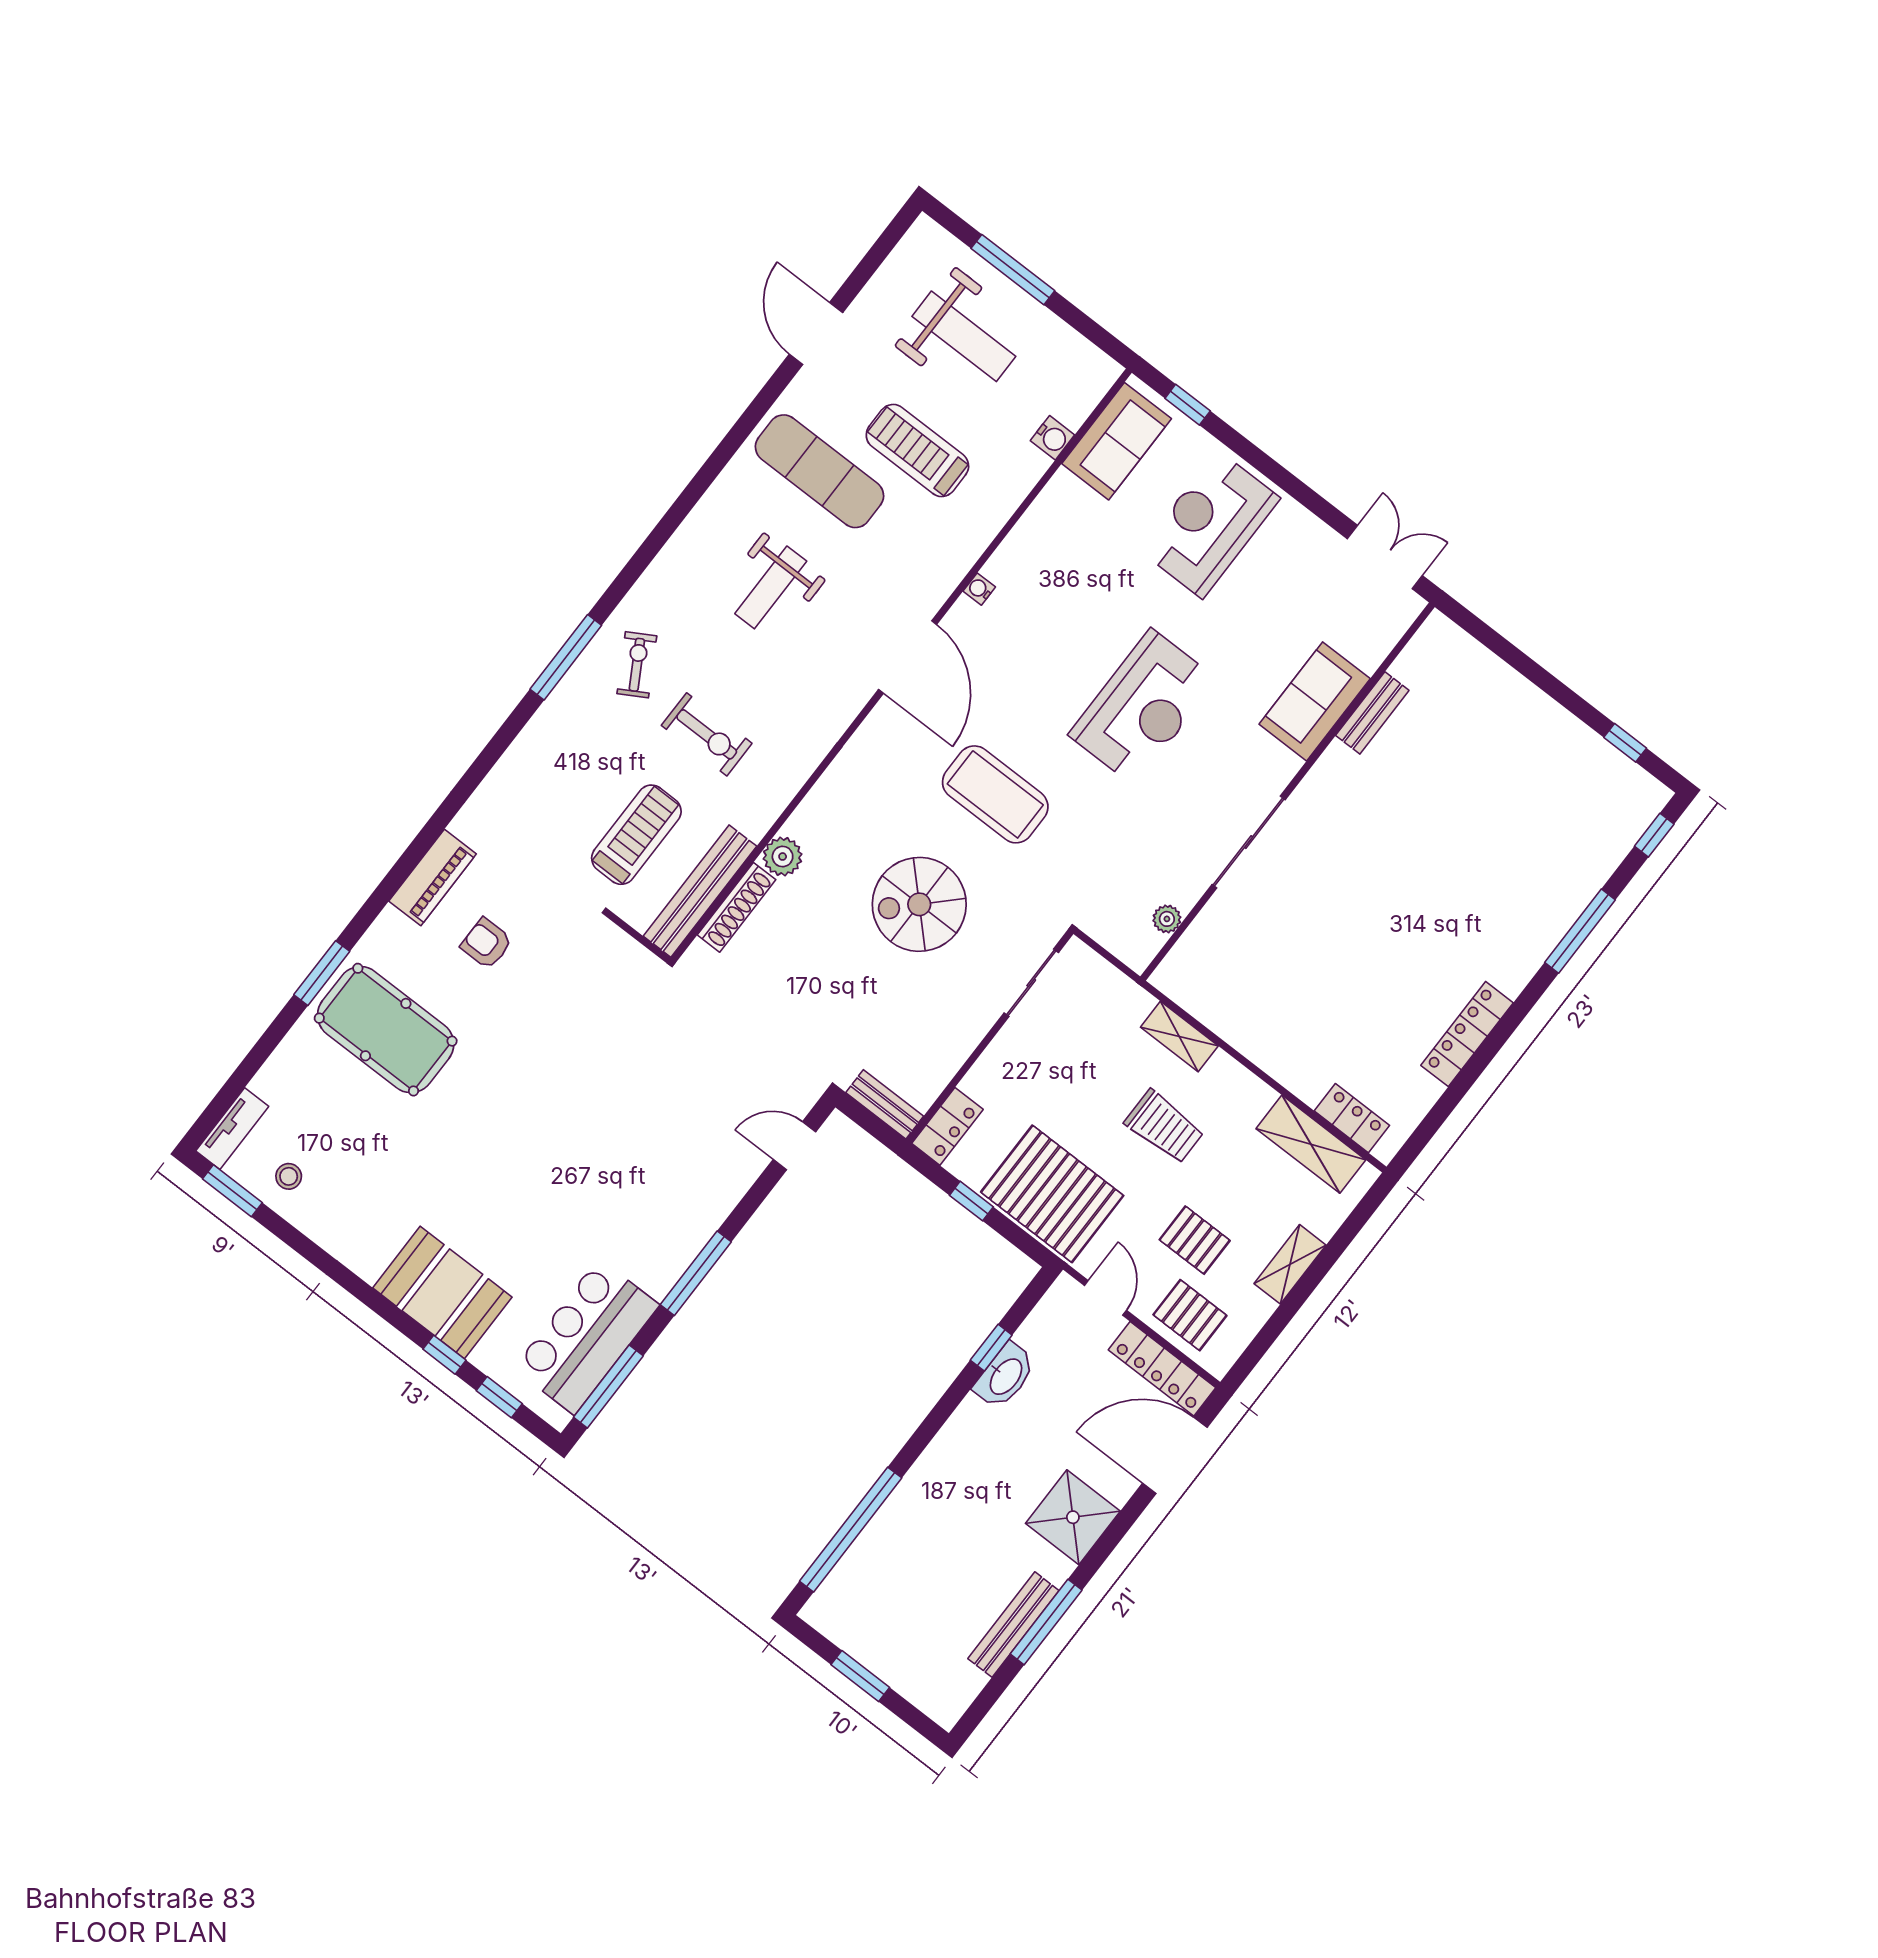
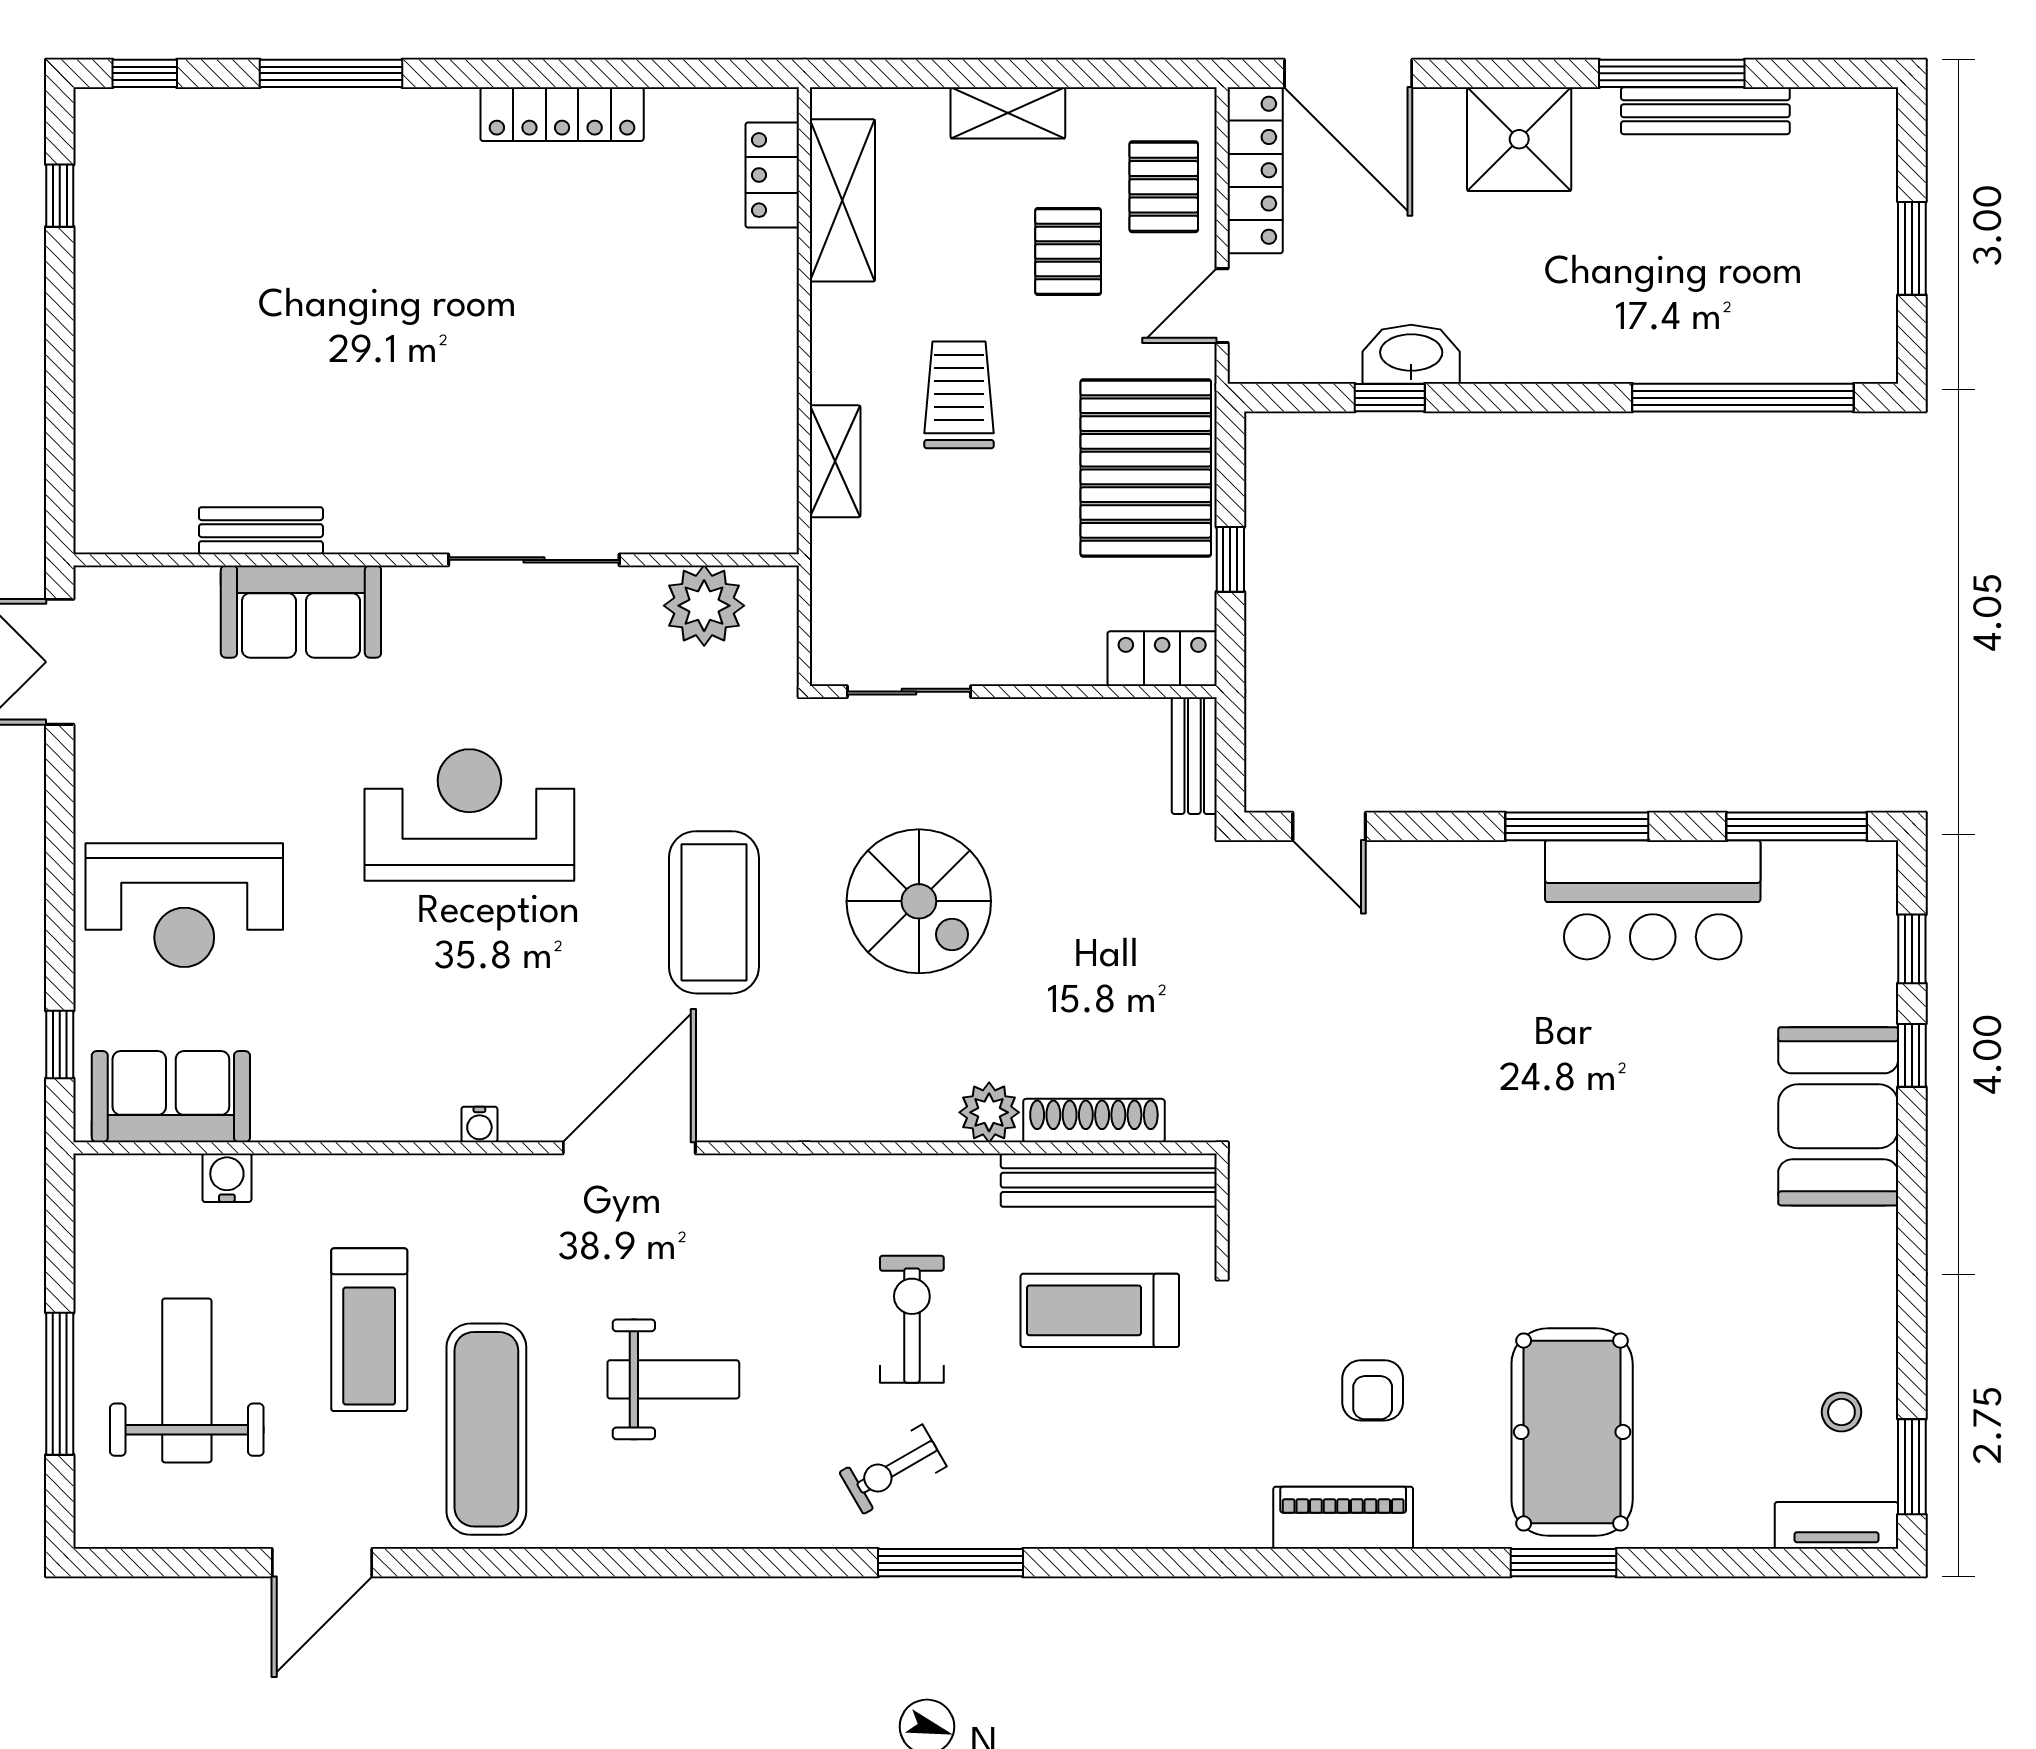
plant: (1167, 919) -> (704, 606), width x1.87, depth x1.87
bar counter: (586, 1337) -> (1653, 900), moved

